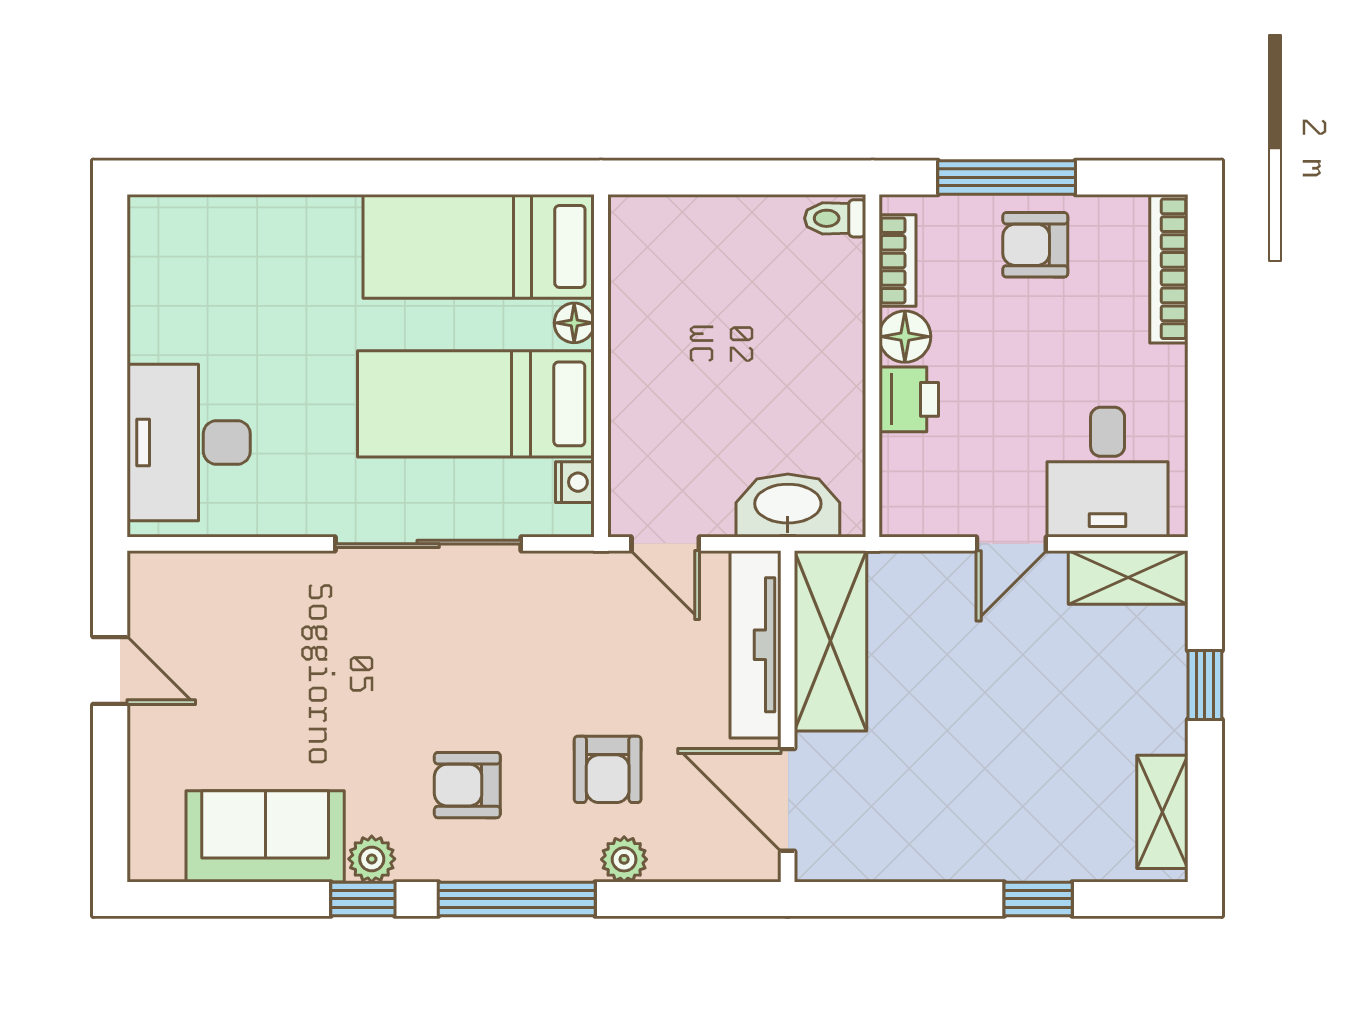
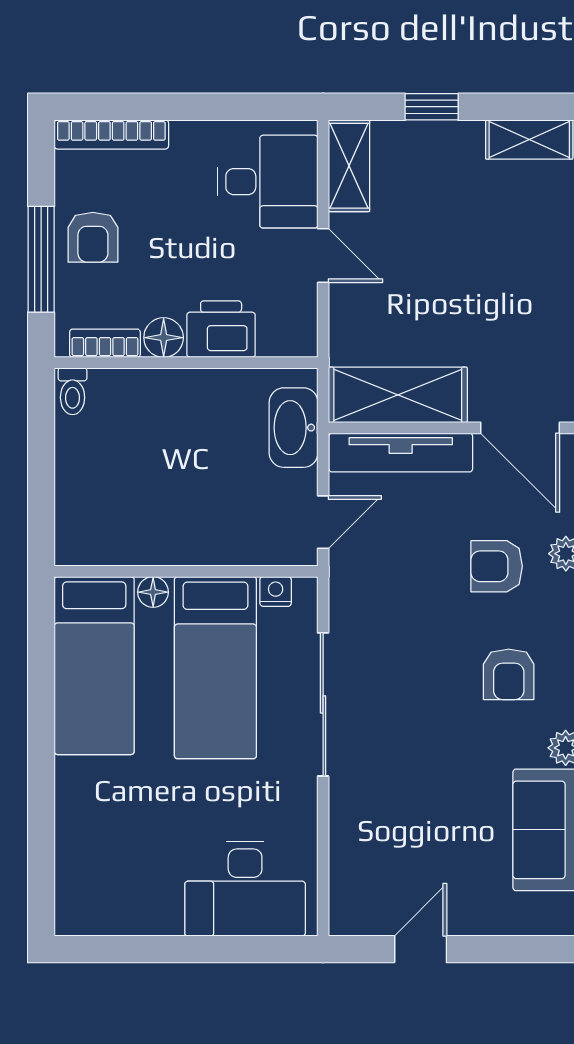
printer: (909, 399) -> (221, 329), width x1.36, depth x1.24
armchair: (608, 769) -> (497, 566), turned 180
door: (788, 800) -> (520, 428), hinge flipped

